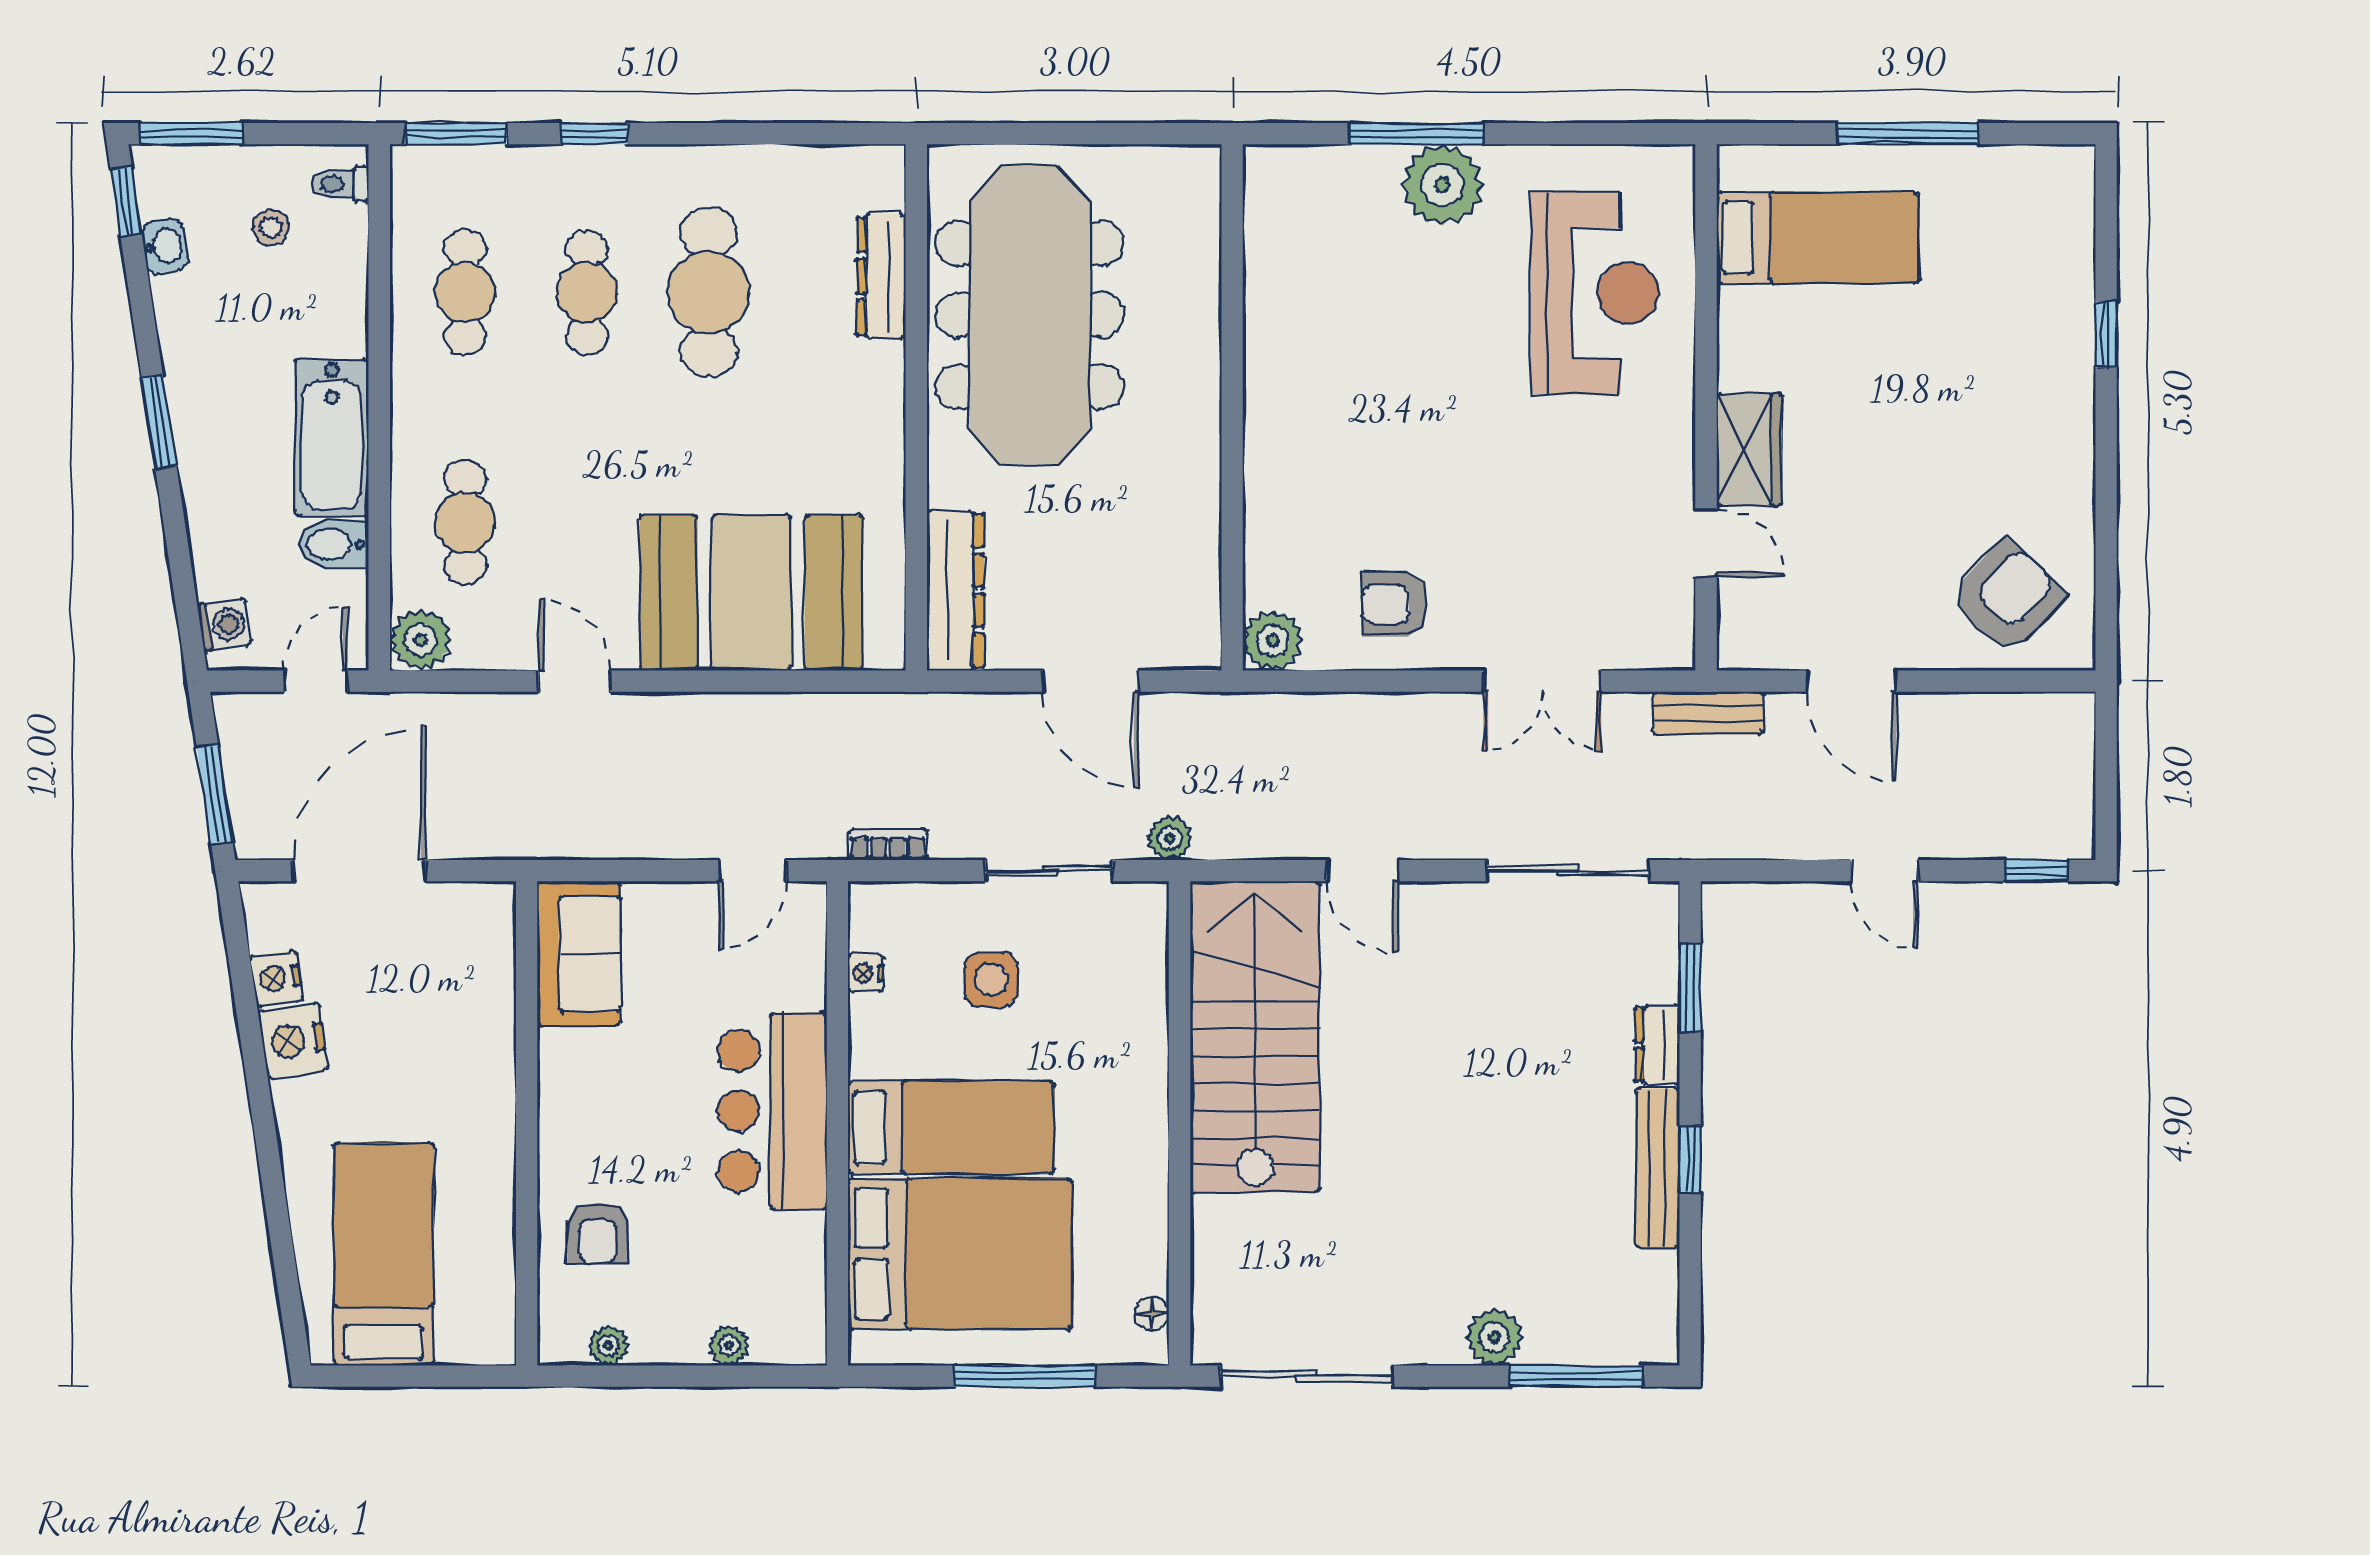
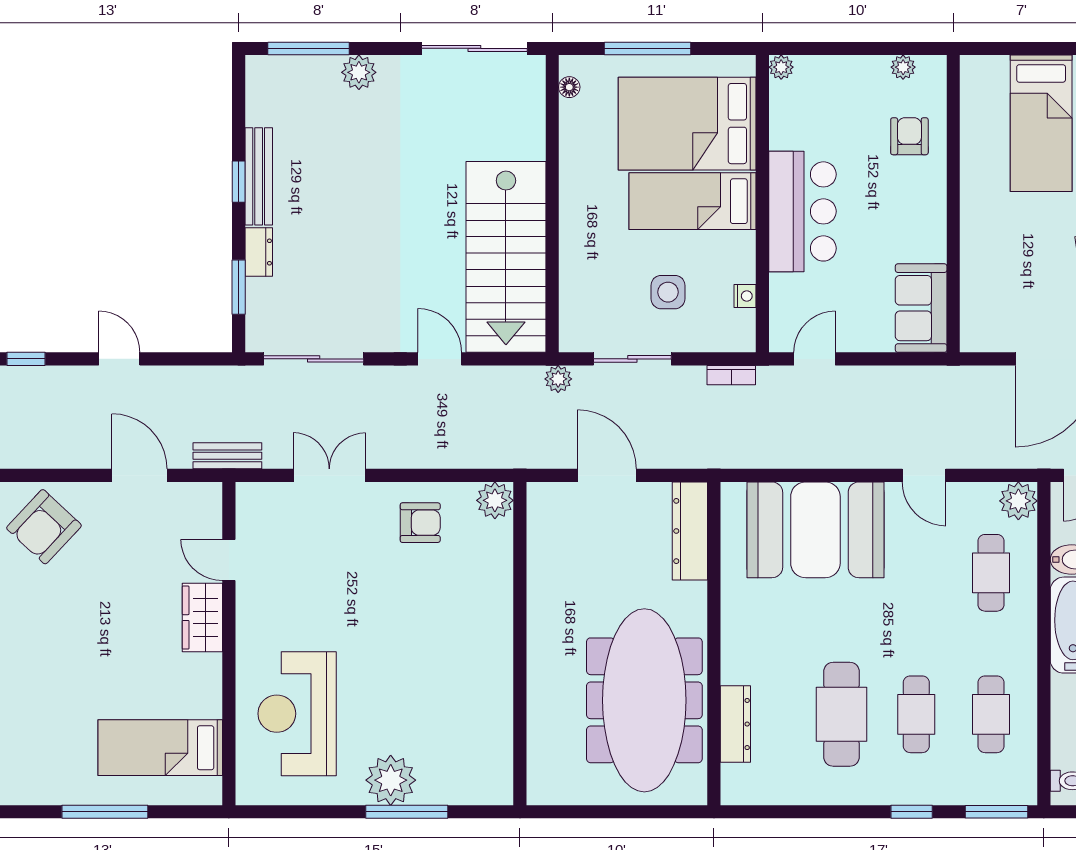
plant: (729, 1346) -> (781, 67), moved

